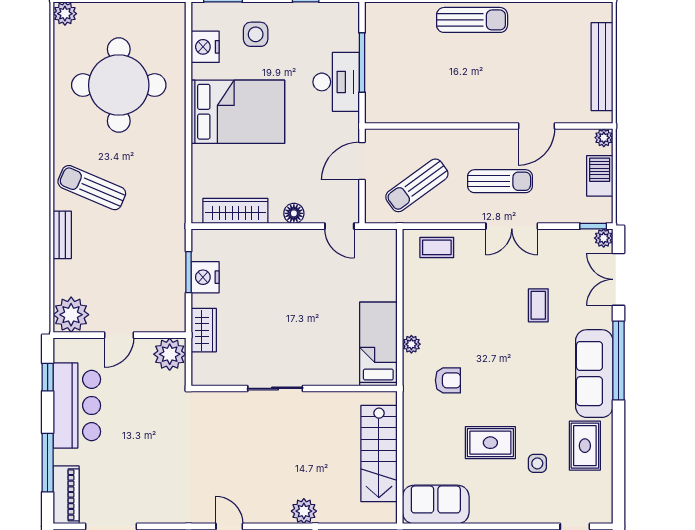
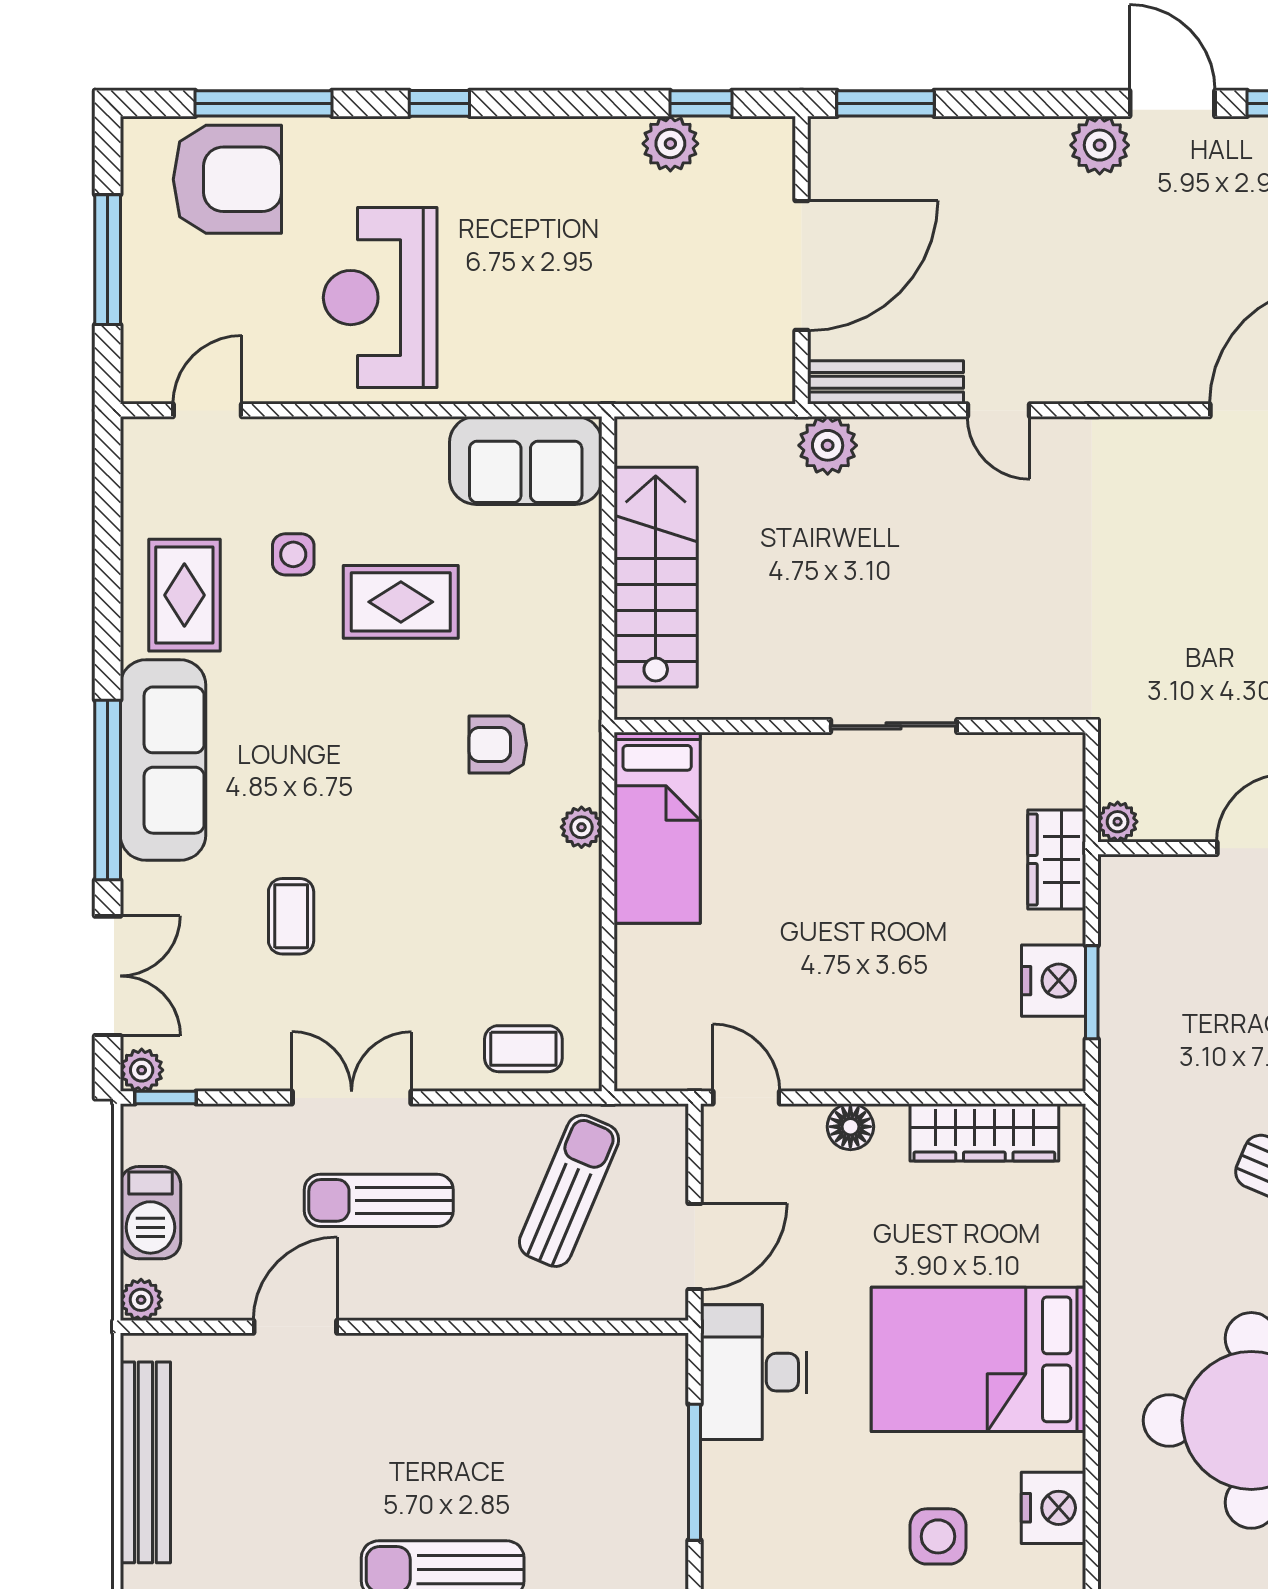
desk: (336, 82) -> (754, 1372), moved
sun lounger: (417, 185) -> (569, 1191), turned -31
plant: (170, 354) -> (1118, 822), width x0.53, depth x0.53

